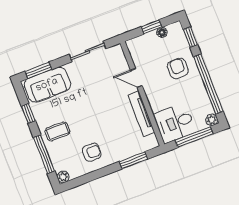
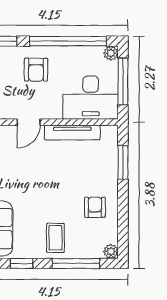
armchair: (178, 68) -> (36, 70), turned -90
desk: (175, 123) -> (91, 98), width x1.37

